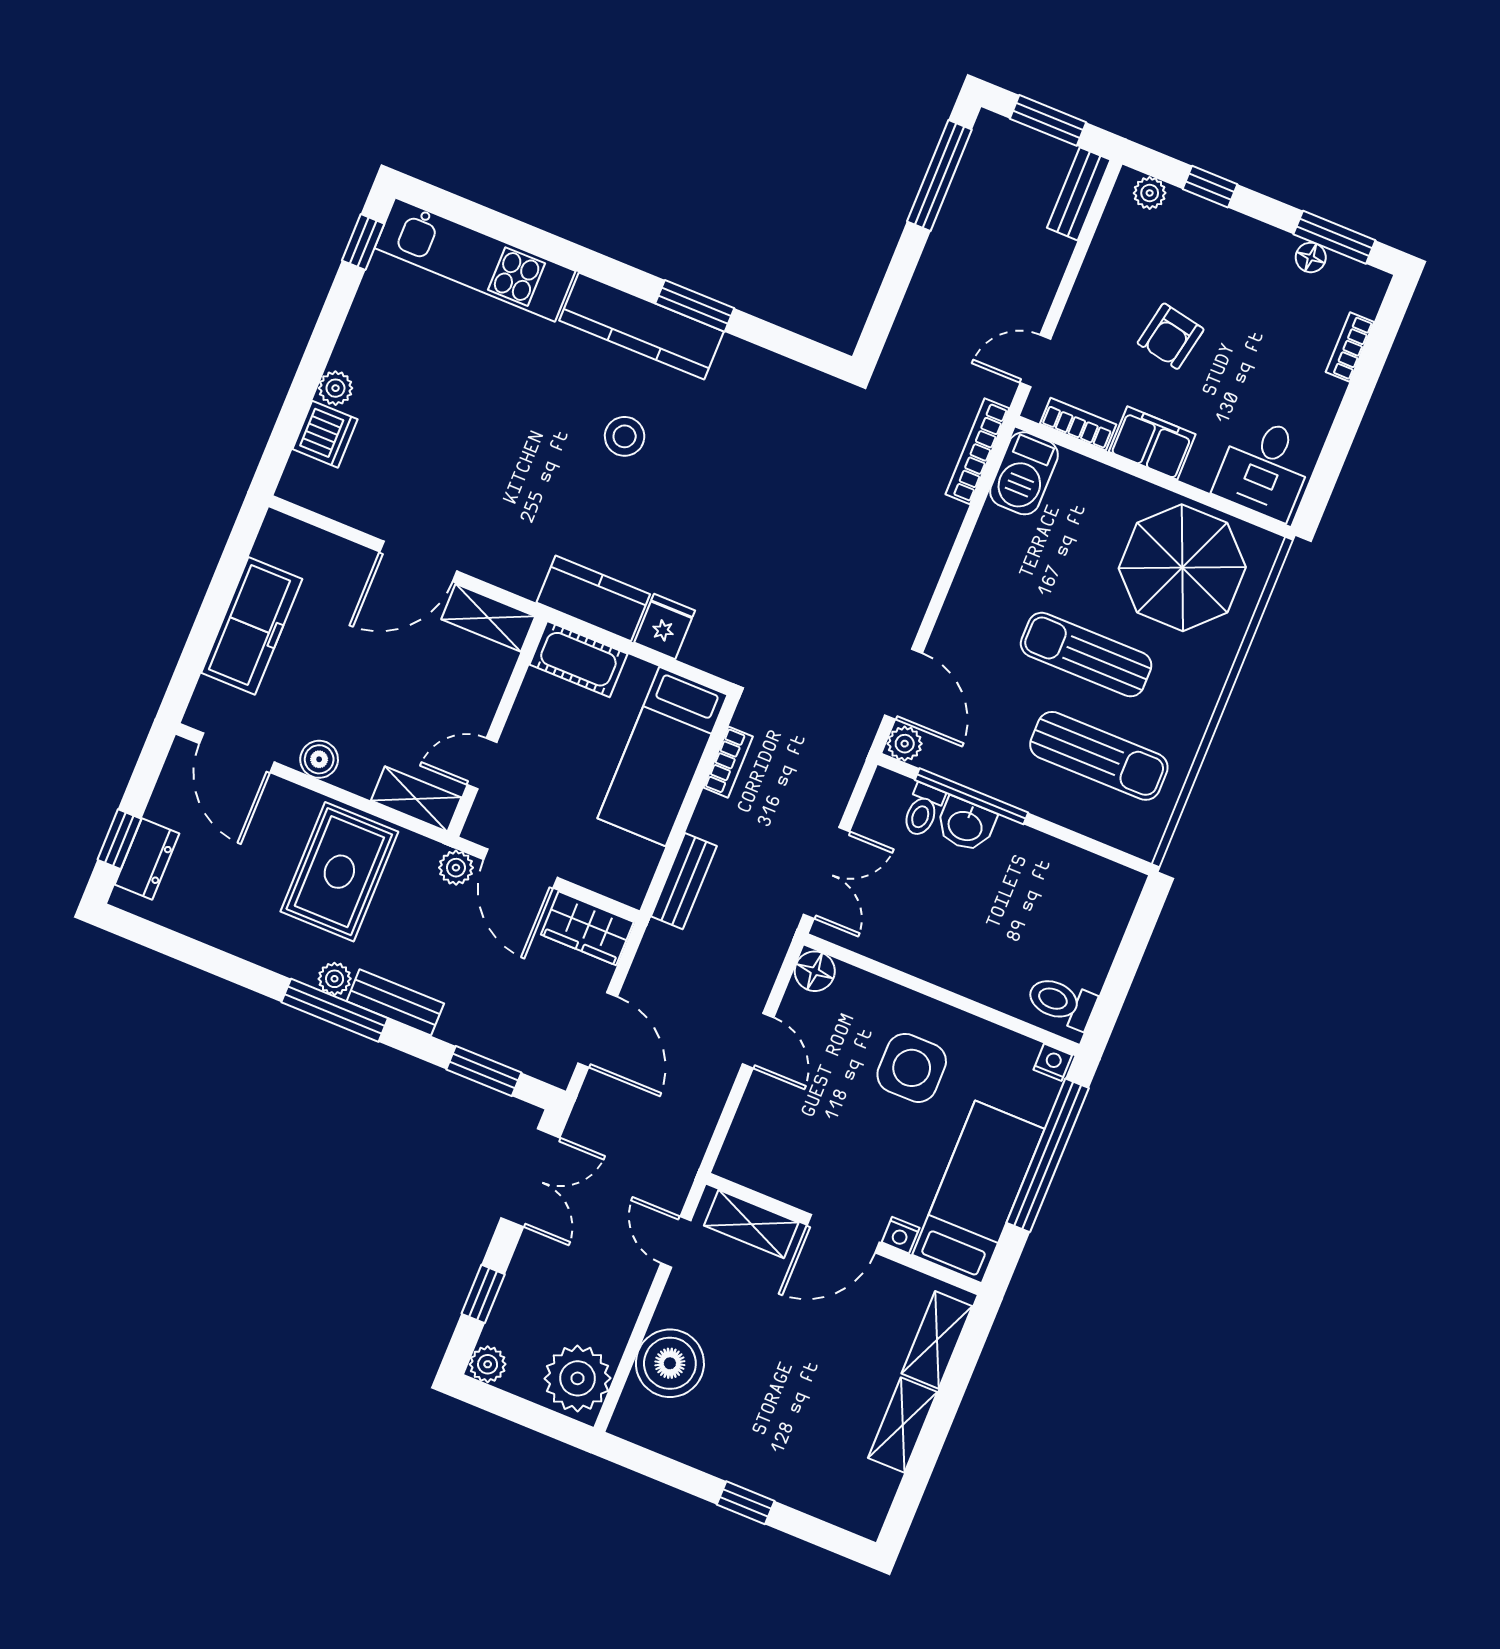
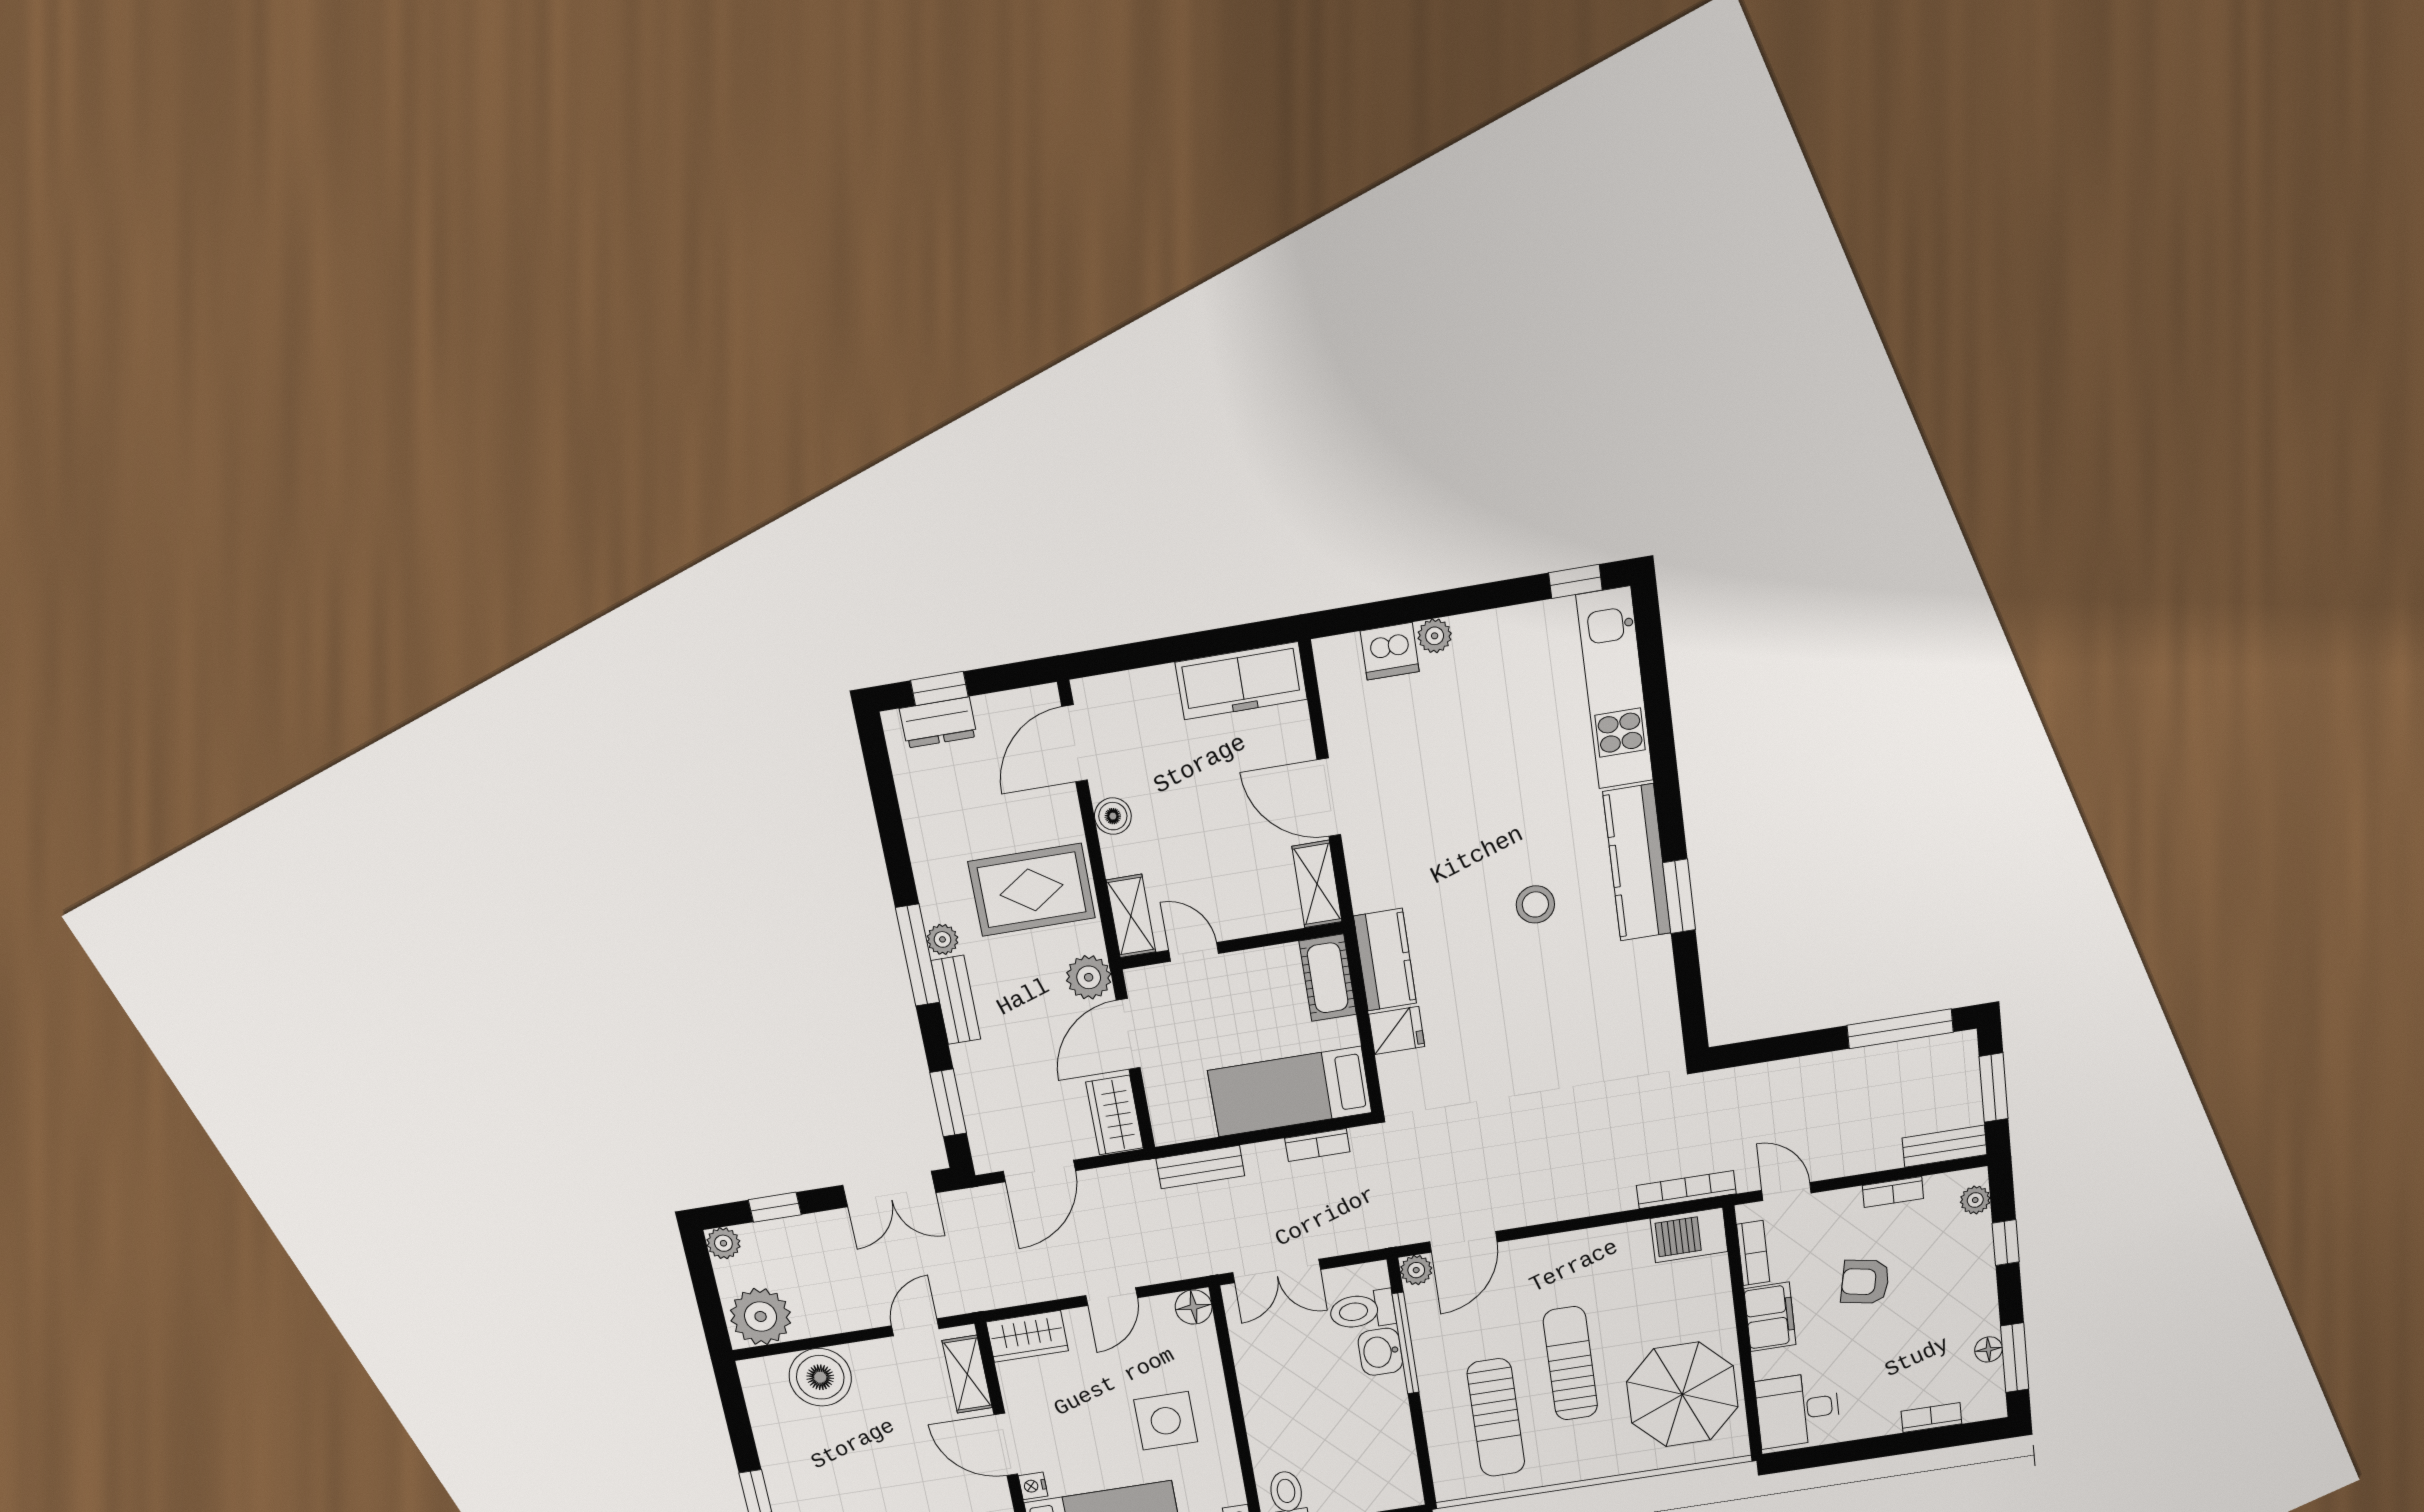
bookcase: (1096, 264) -> (1893, 1192), added
freezer: (252, 626) -> (1241, 681), moved
toilet: (923, 810) -> (1362, 1310), width x1.37, depth x1.39
plant: (456, 868) -> (1089, 977), width x1.38, depth x1.38
wardrobe: (749, 1144) -> (1027, 1336), added

